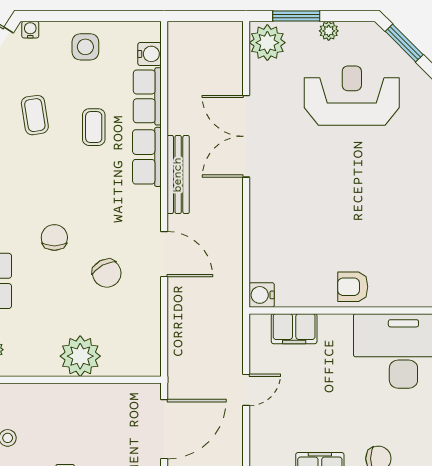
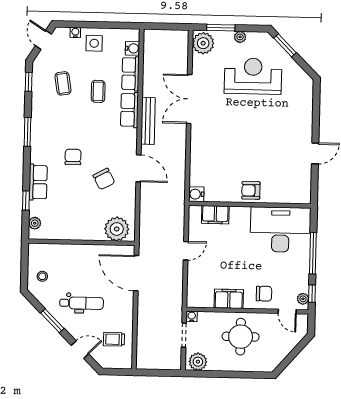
water cooler: (30, 30) -> (75, 32), moved
plant: (80, 356) -> (117, 229), moved
door: (164, 429) -> (136, 273), swing flipped

